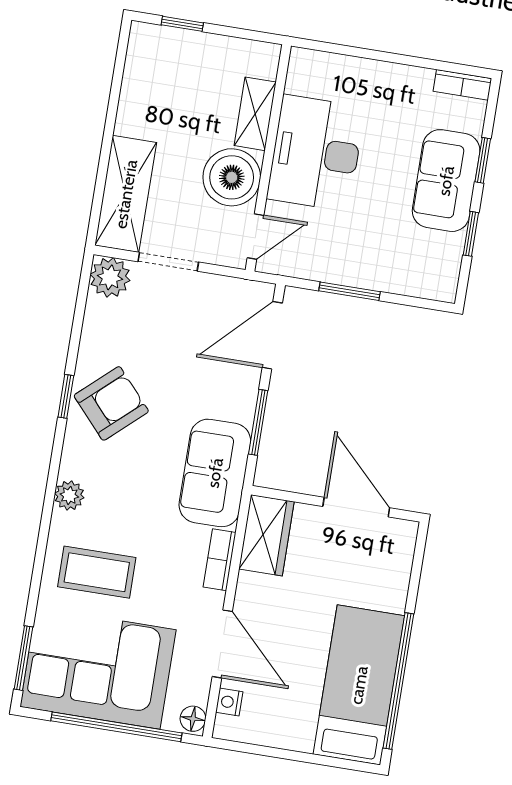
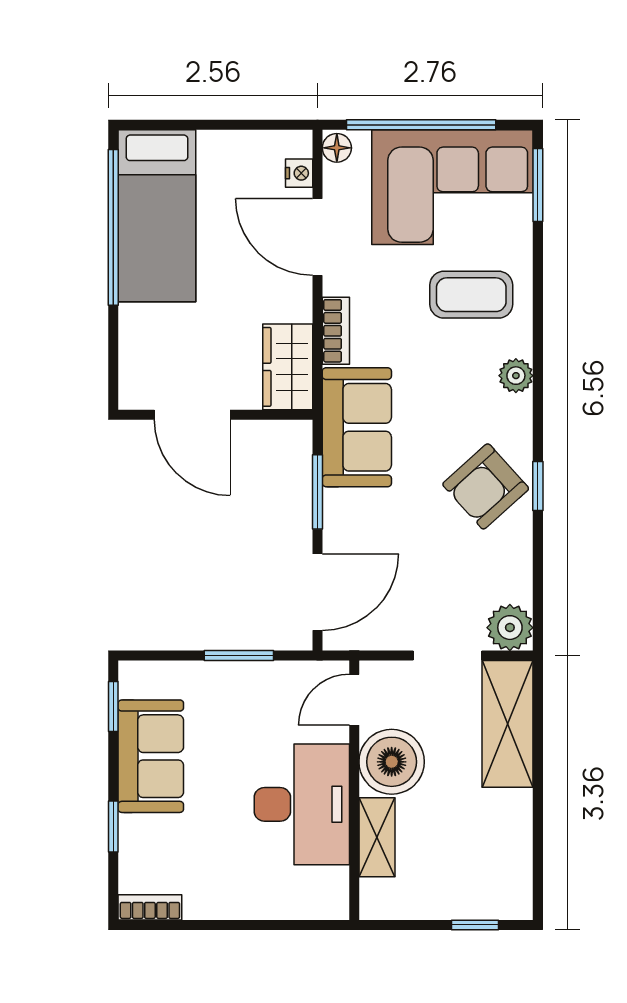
sofa: (446, 181) -> (151, 756), moved
window: (471, 234) -> (113, 707), moved

